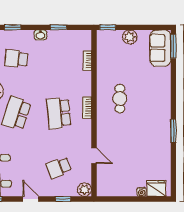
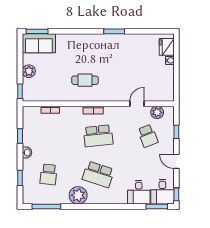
plant: (85, 190) -> (157, 112), moved
door: (31, 199) -> (176, 161), hinge flipped

